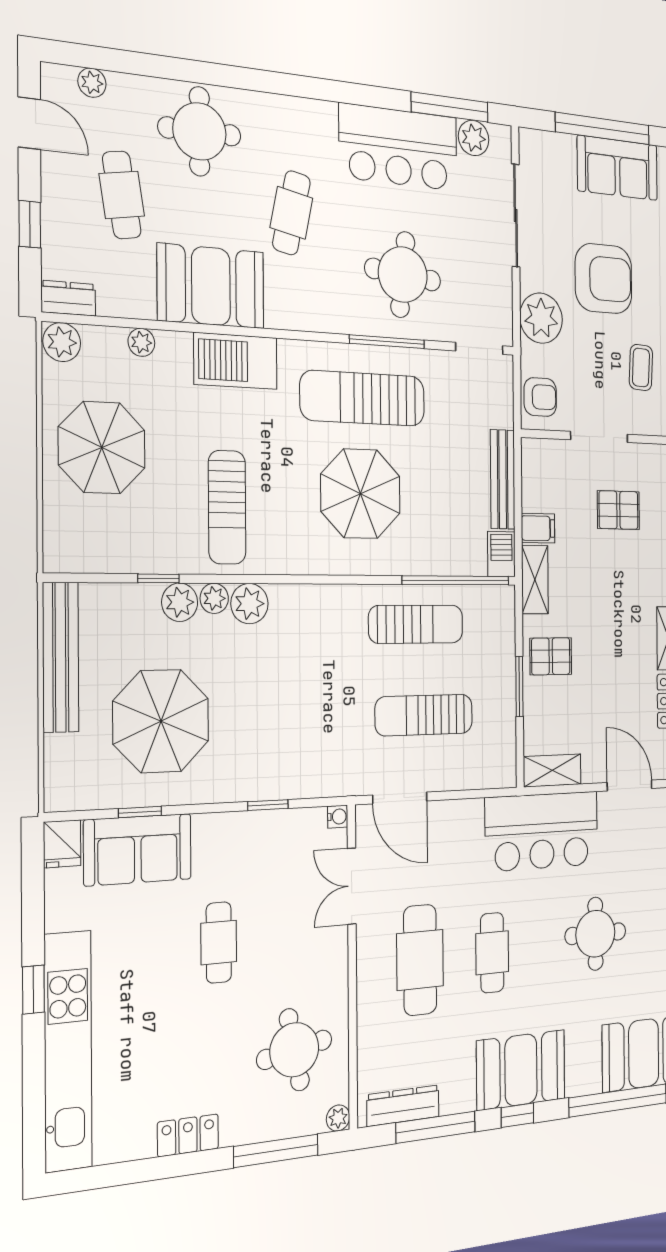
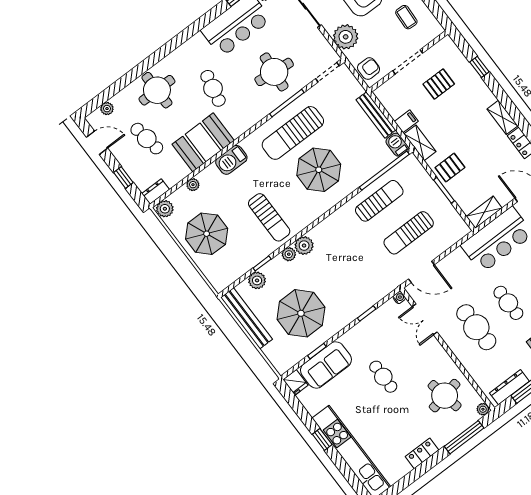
barbecue: (236, 361) -> (231, 160), width x0.73, depth x0.83
plant: (180, 602) -> (257, 280), moved

